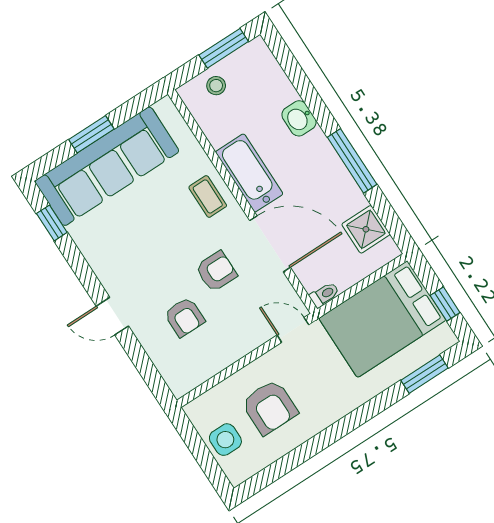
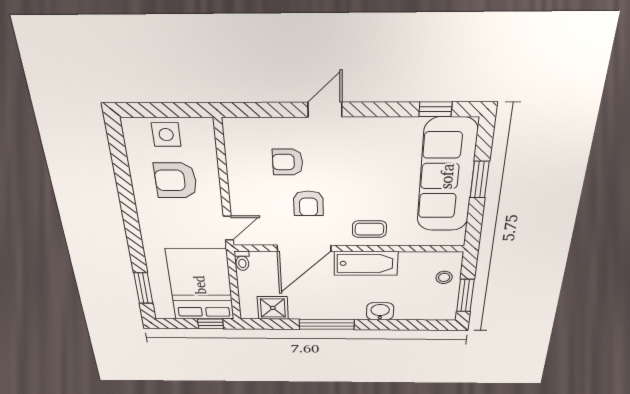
window: (445, 304) -> (210, 324), moved

